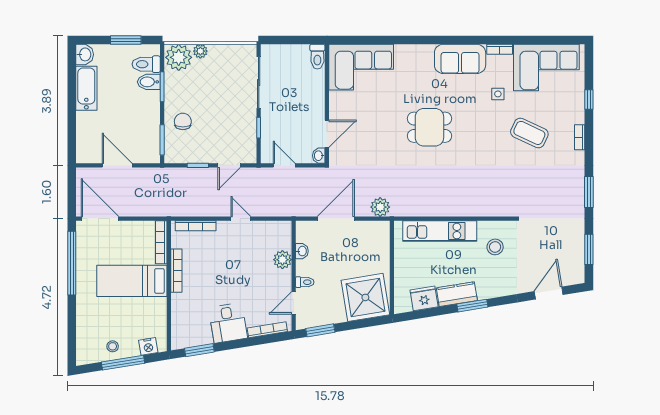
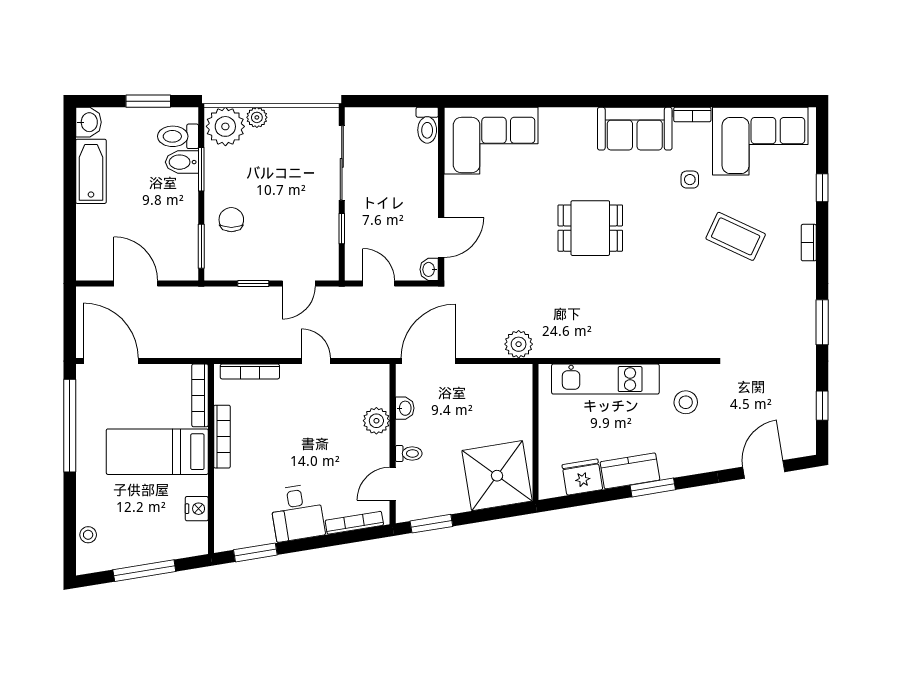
door: (336, 219) -> (428, 361), moved
window: (589, 249) -> (822, 406), width x0.67
stool: (113, 346) -> (88, 535), moved
nightstand: (148, 346) -> (197, 509), moved, turned -81

